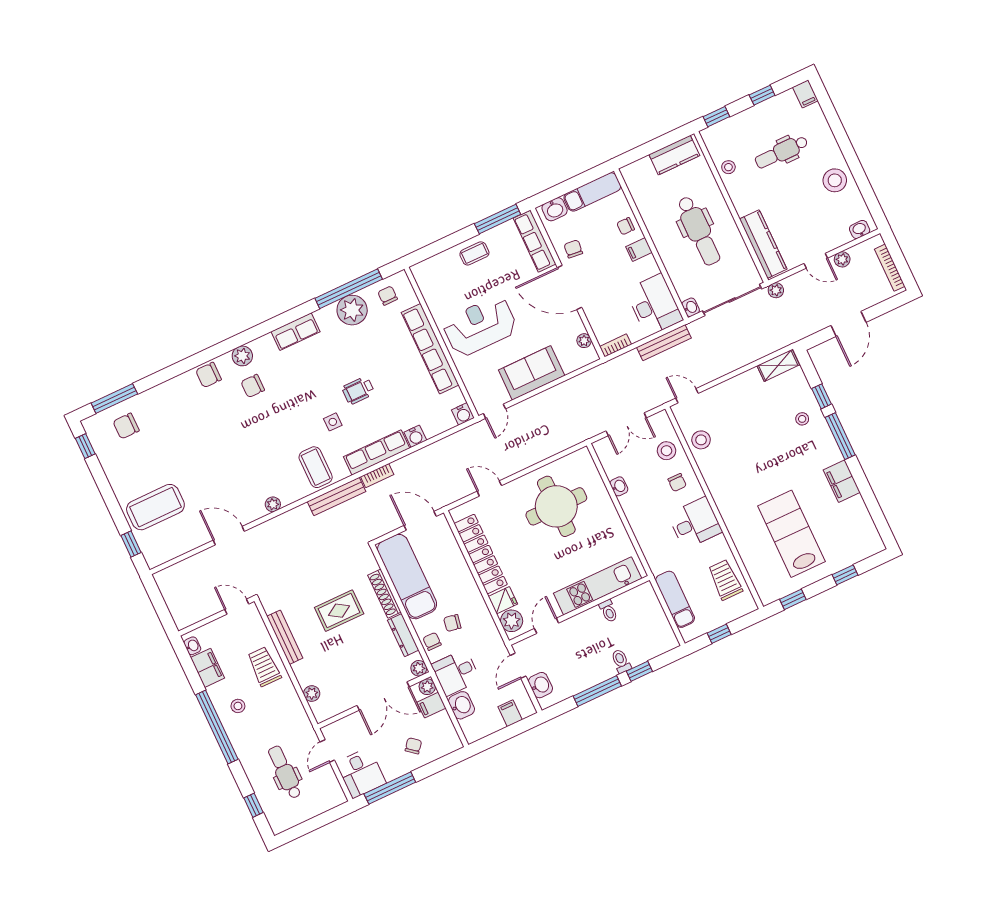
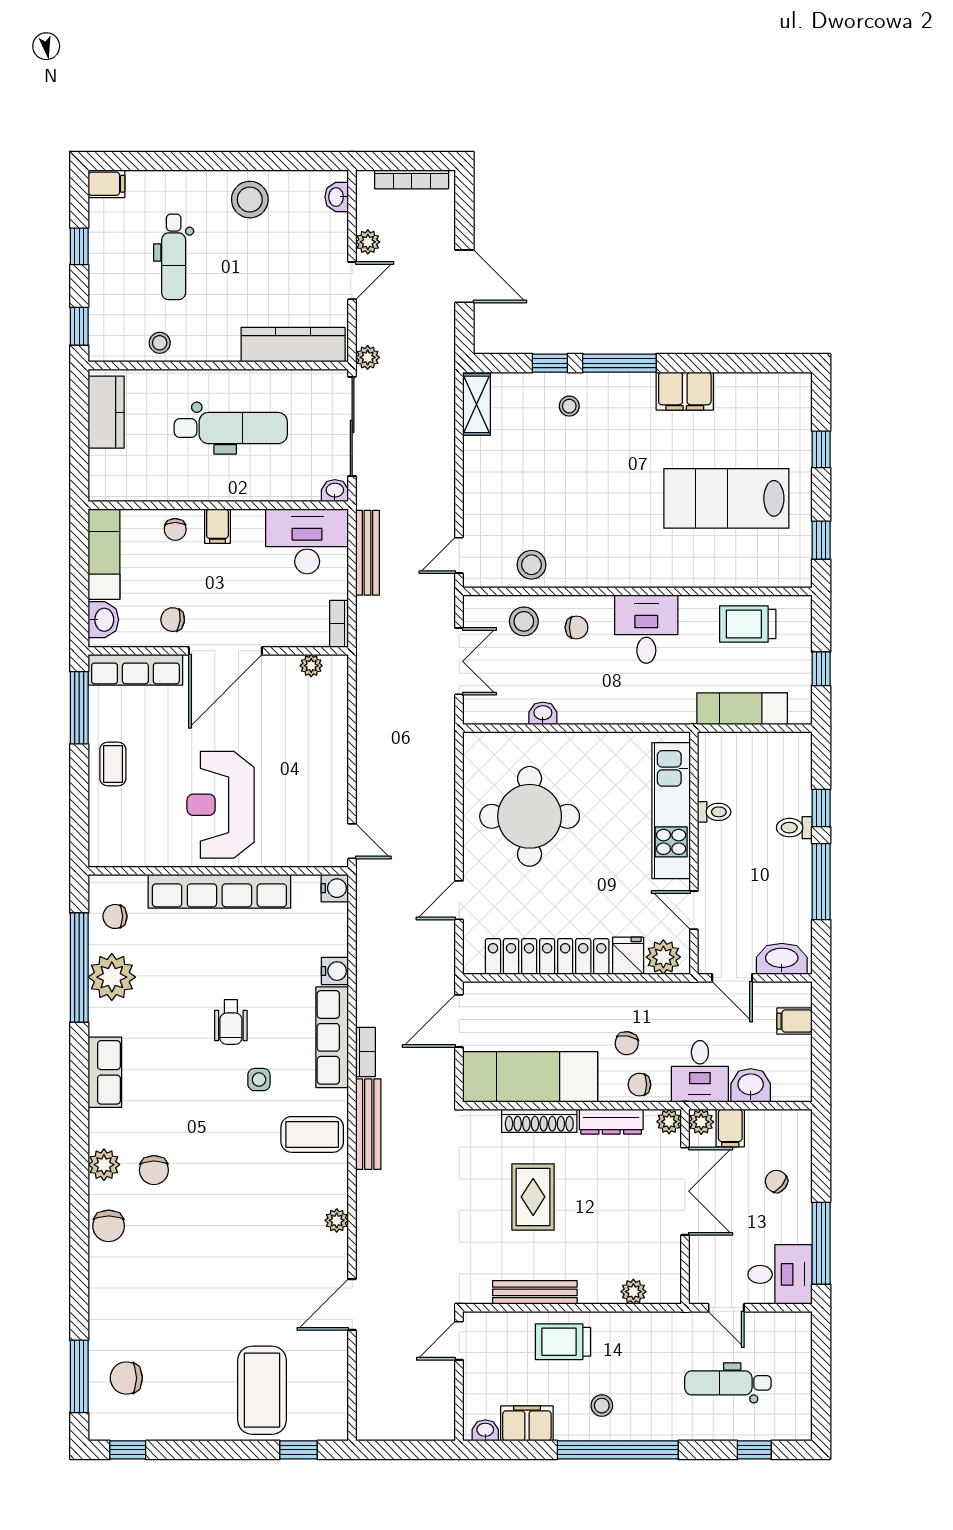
sofa: (532, 373) -> (322, 762), removed
chair: (126, 426) -> (126, 1378), turned 90
washbasin: (540, 685) -> (782, 959), width x1.38

